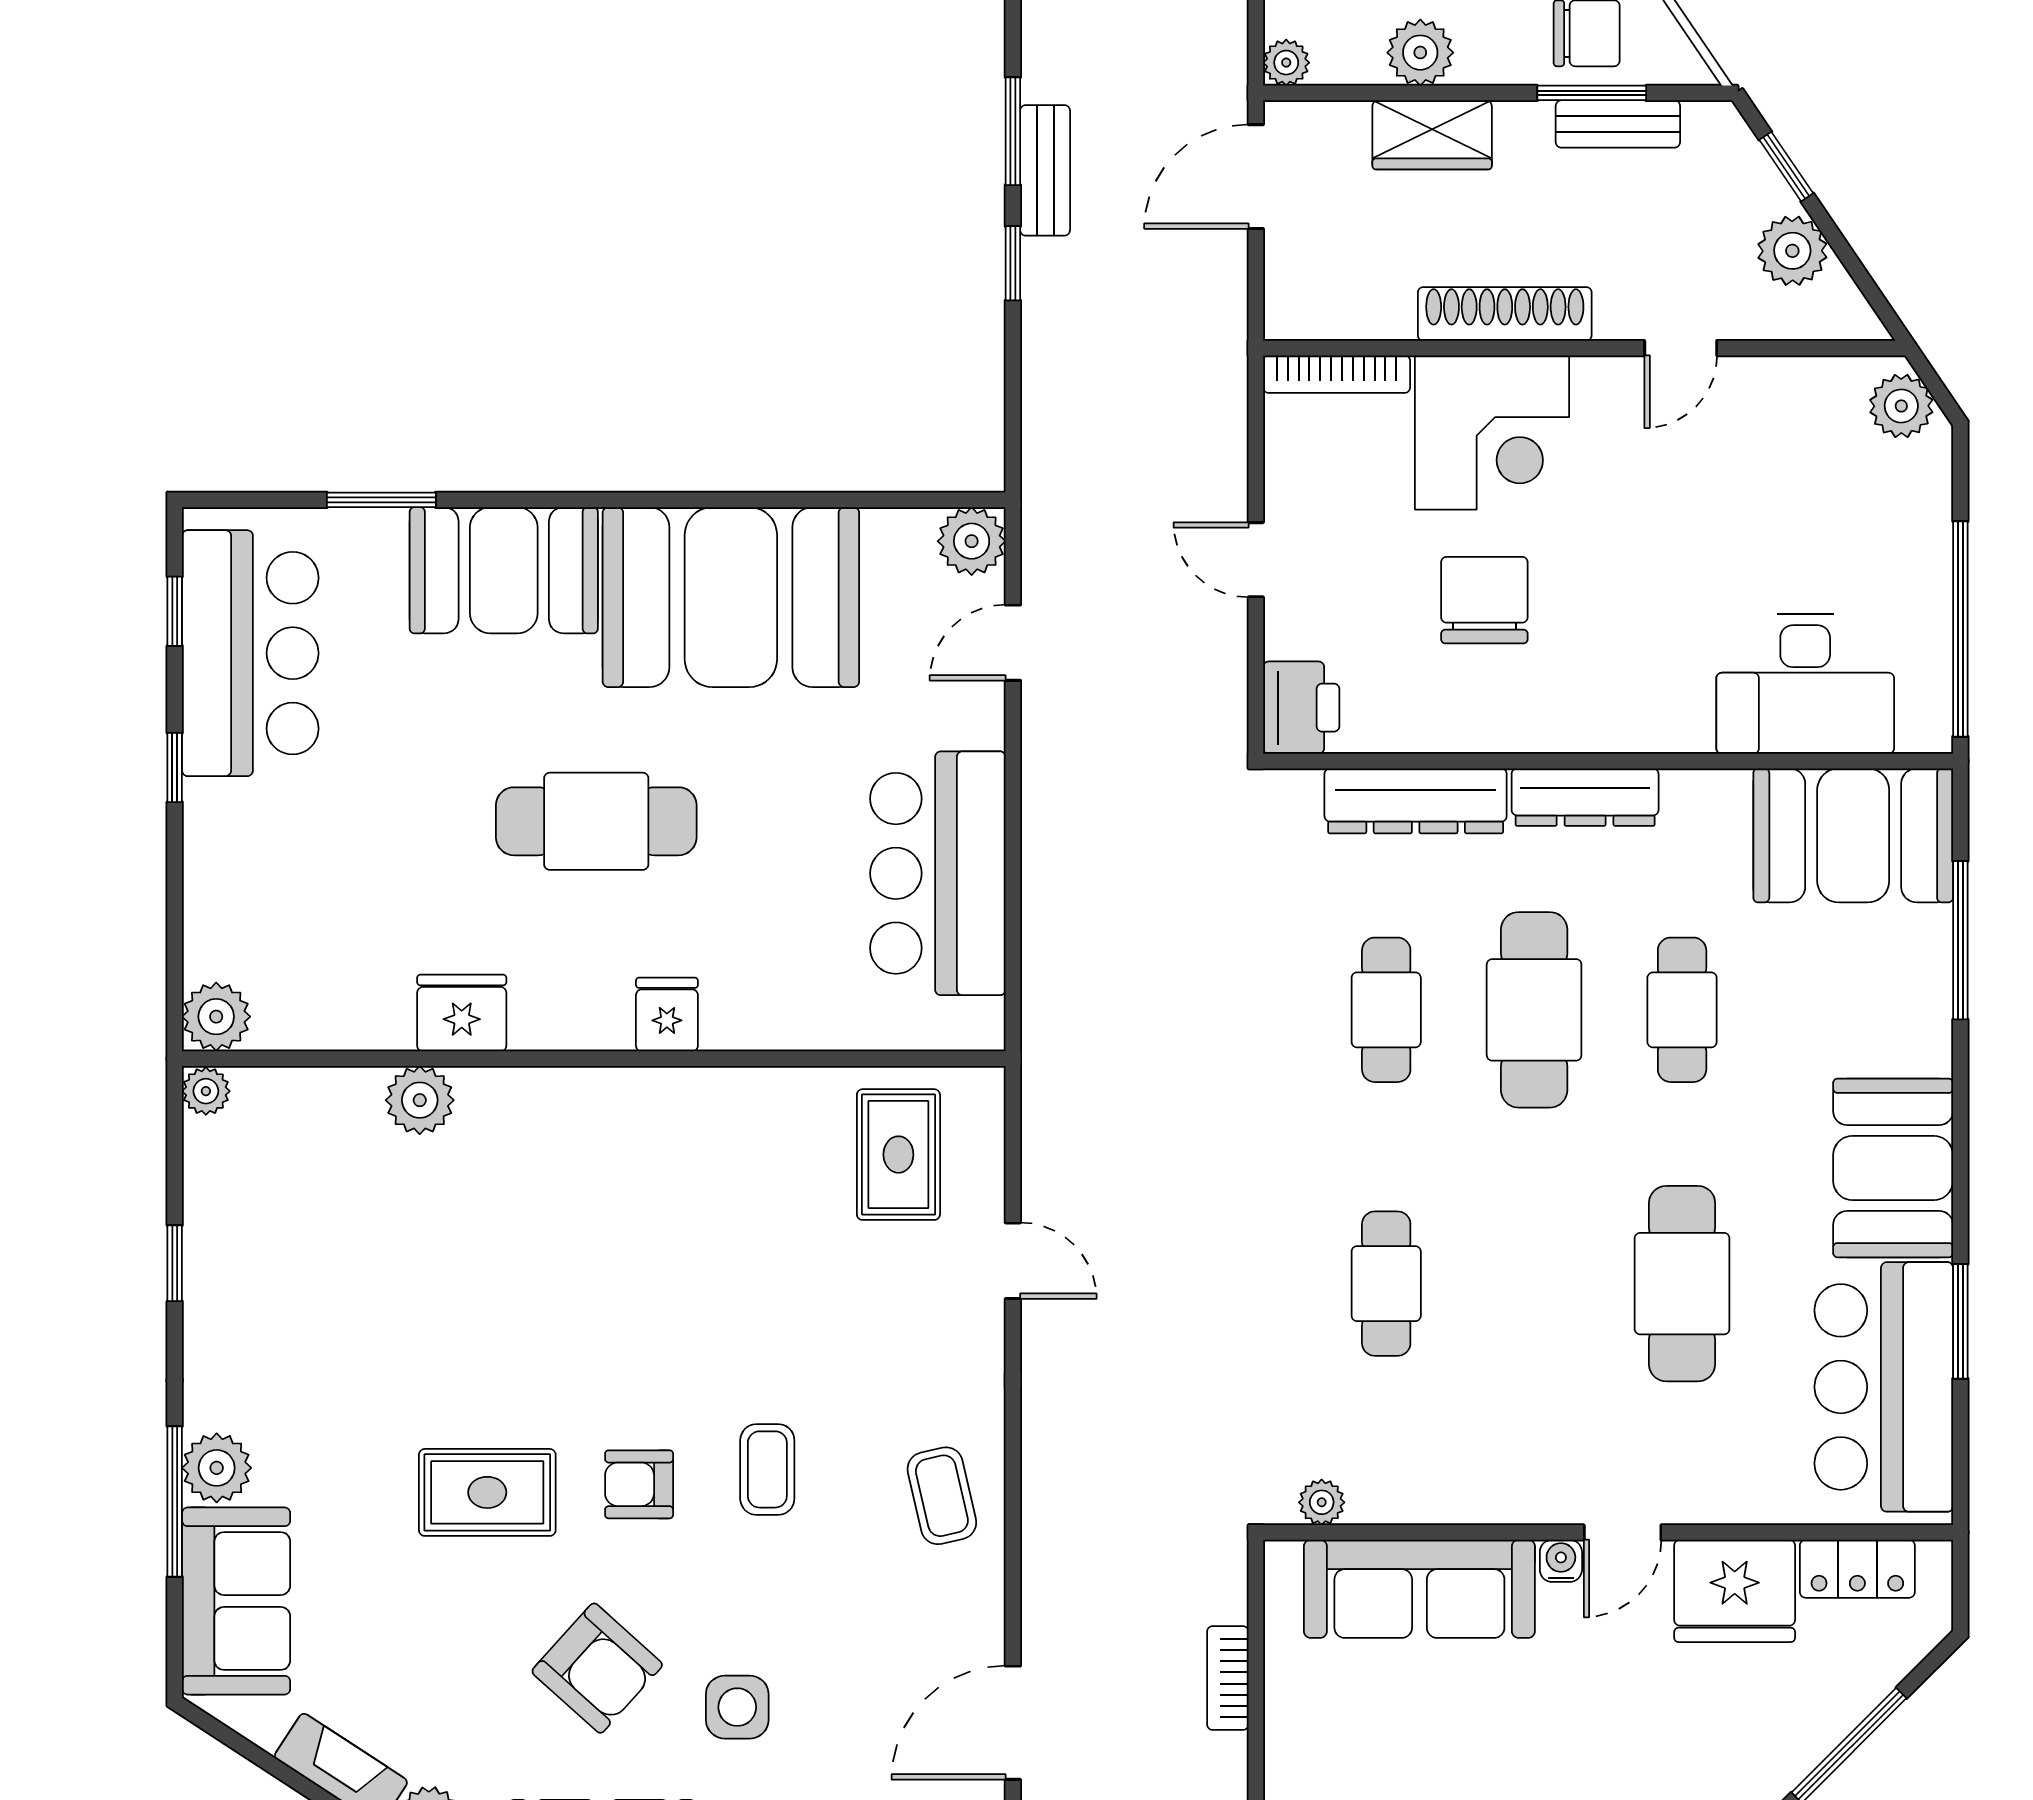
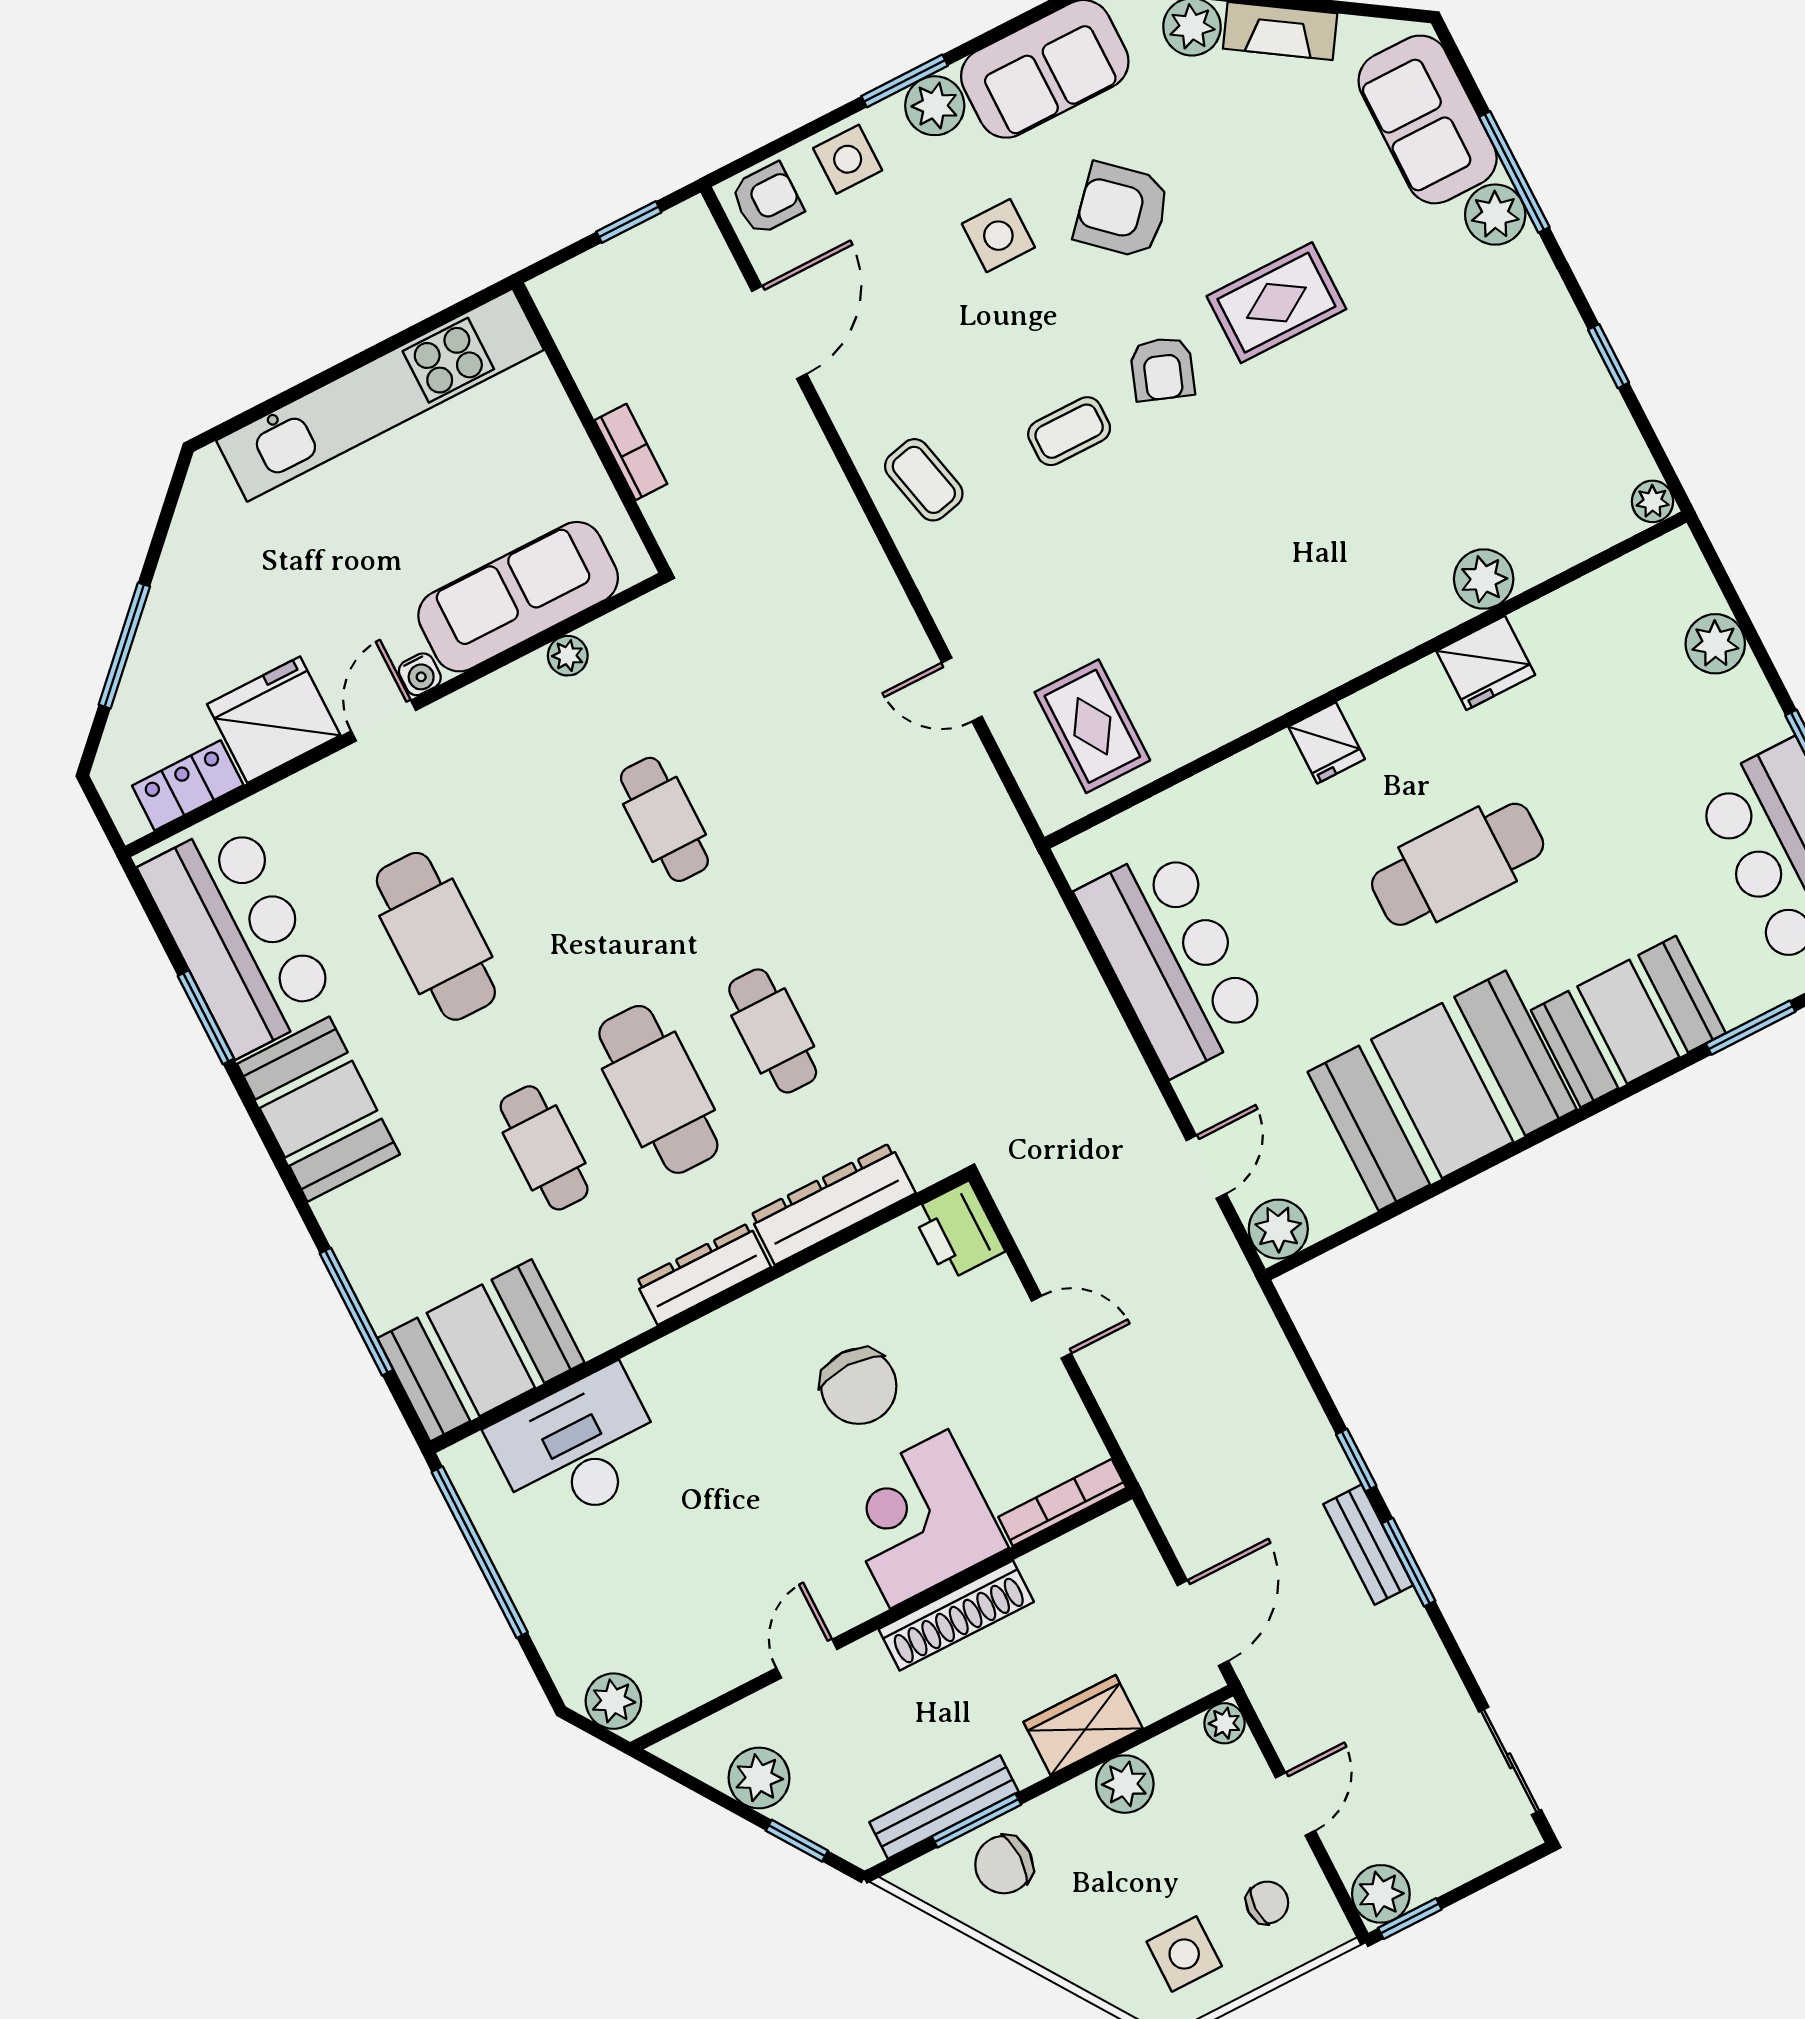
bench: (1618, 124) -> (944, 1807), width x1.36
plant: (216, 1017) -> (1715, 644), moved
coffee table: (767, 1469) -> (1069, 431), turned 90
armchair: (639, 1484) -> (1162, 369), turned 110
plant: (1322, 1502) -> (568, 656), moved

